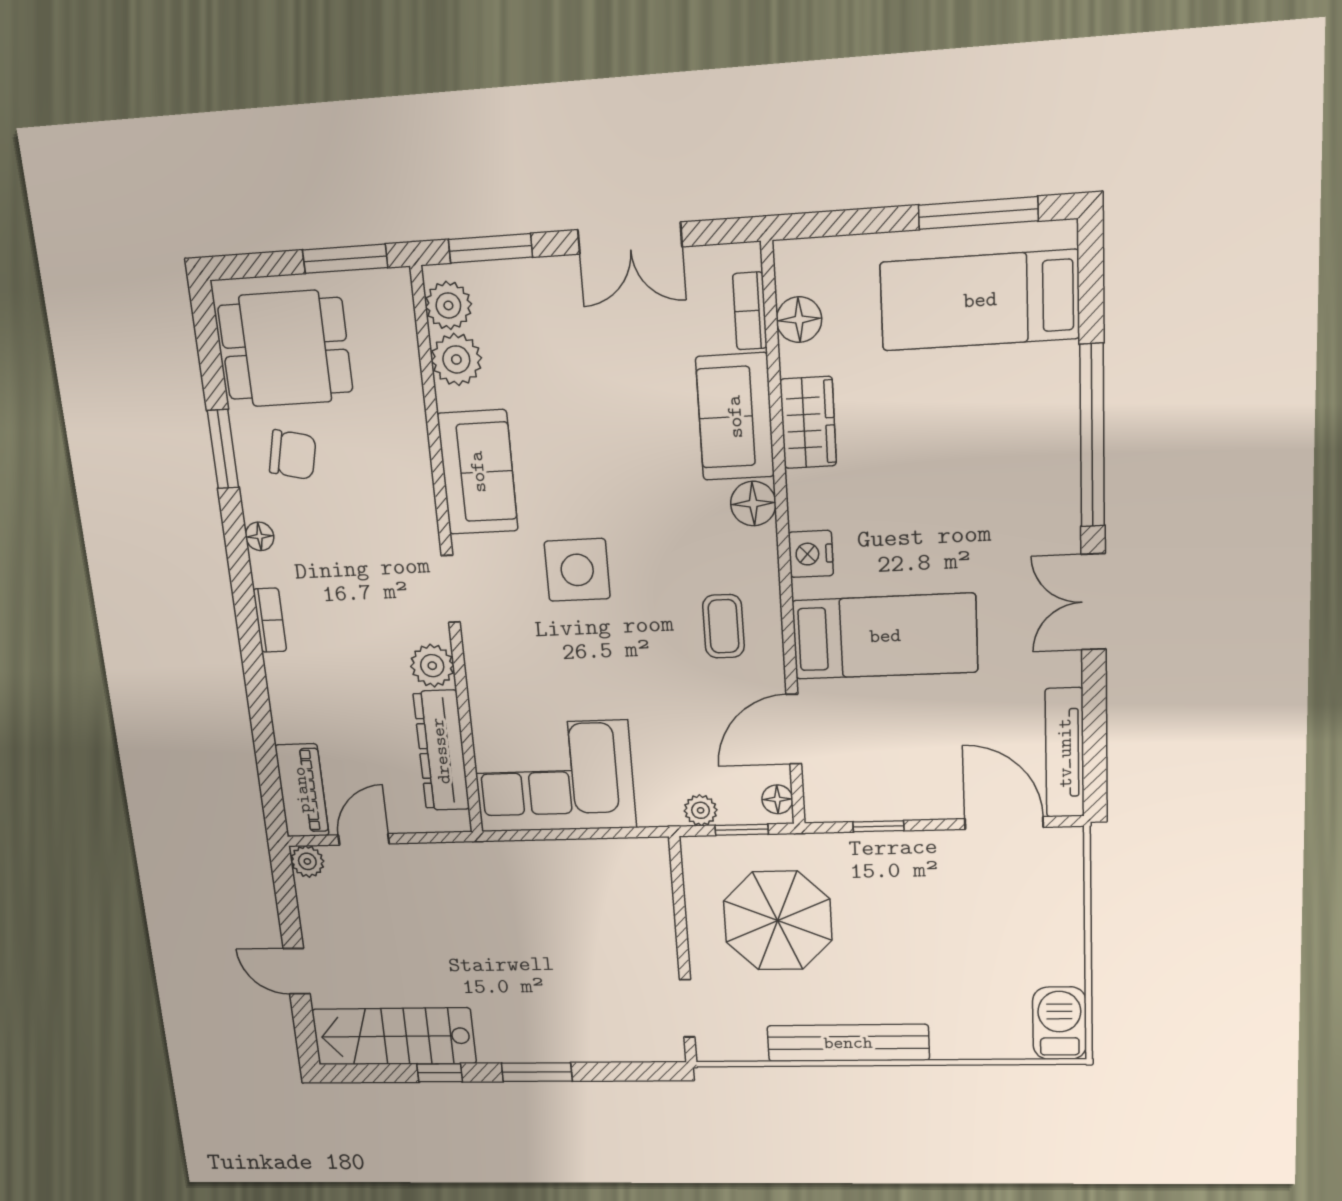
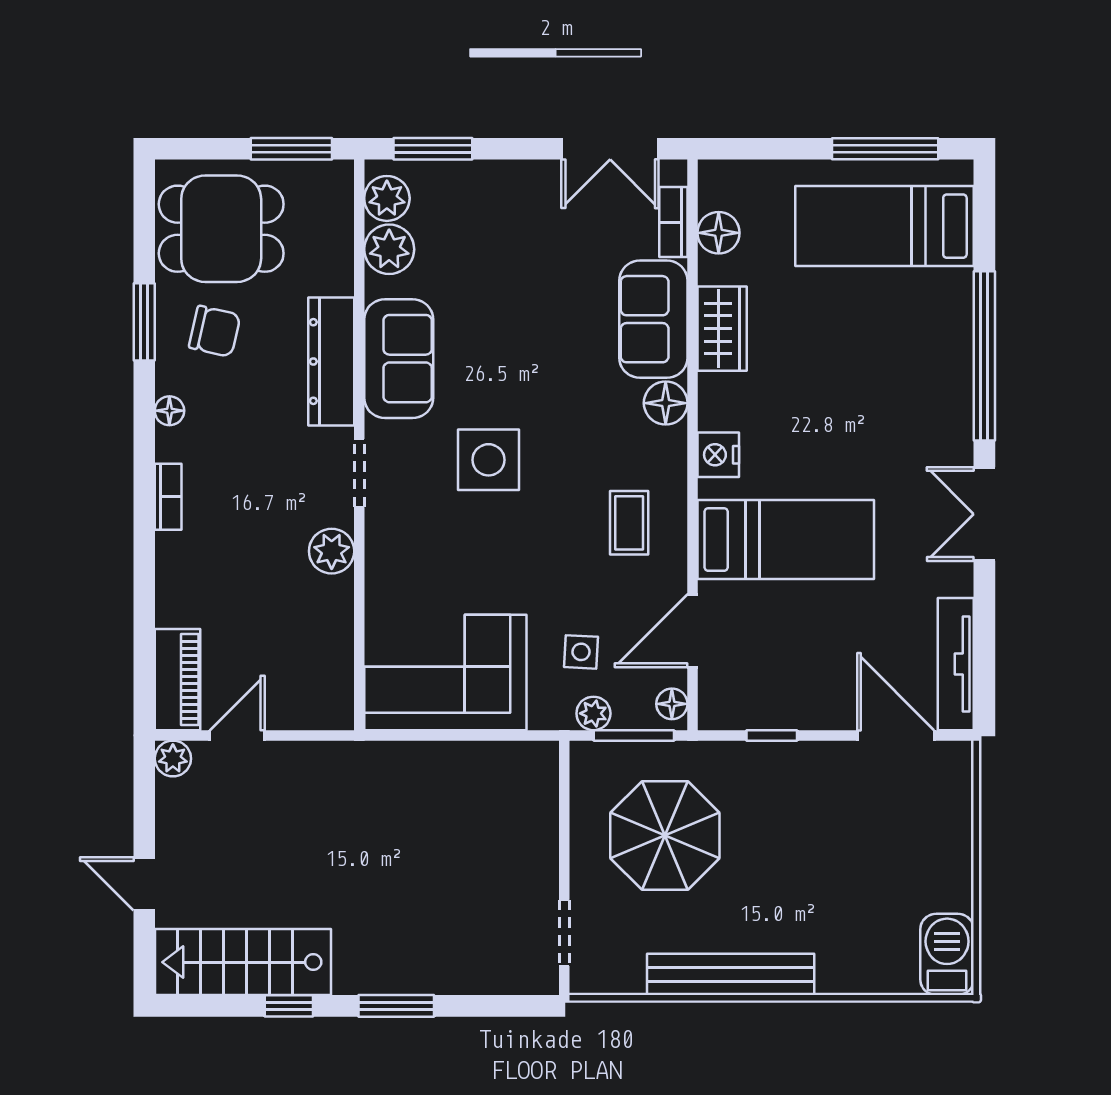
double door: (630, 238) -> (610, 149), moved
dresser: (441, 751) -> (331, 361), moved
side table: (684, 753) -> (581, 652), added
window: (742, 830) -> (634, 735), width x1.50

